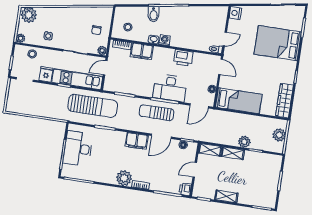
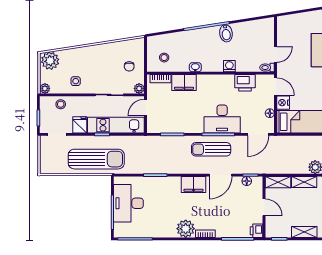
nightstand: (235, 13) -> (283, 103), moved
bidet: (154, 14) -> (226, 33), moved
washing machine: (165, 40) -> (229, 66), moved
printer: (183, 58) -> (245, 83), moved
sun lounger: (93, 106) -> (96, 159), moved
door: (195, 170) -> (264, 207), swing flipped

